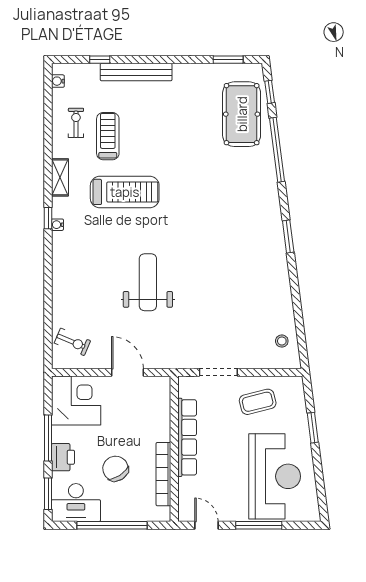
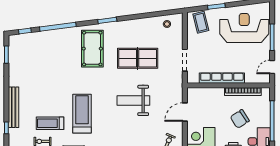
pool table: (242, 114) -> (92, 49), moved, turned 90
table tennis table: (222, 290) -> (138, 58), added
coffee table: (258, 402) -> (201, 22), moved

